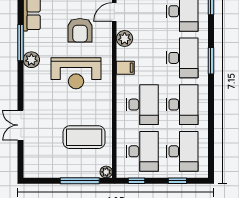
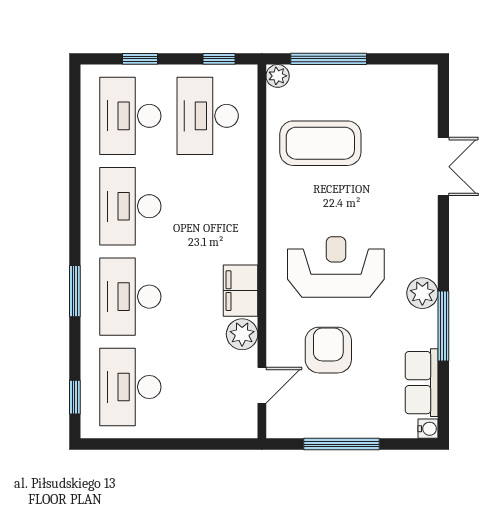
filing cabinet: (125, 68) -> (241, 291), width x2.00
desk: (142, 105) -> (208, 206), removed

